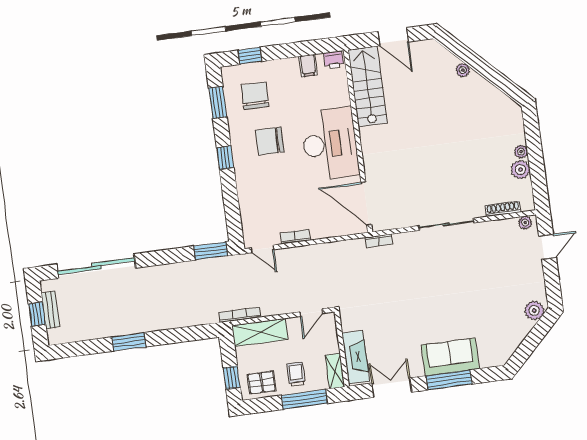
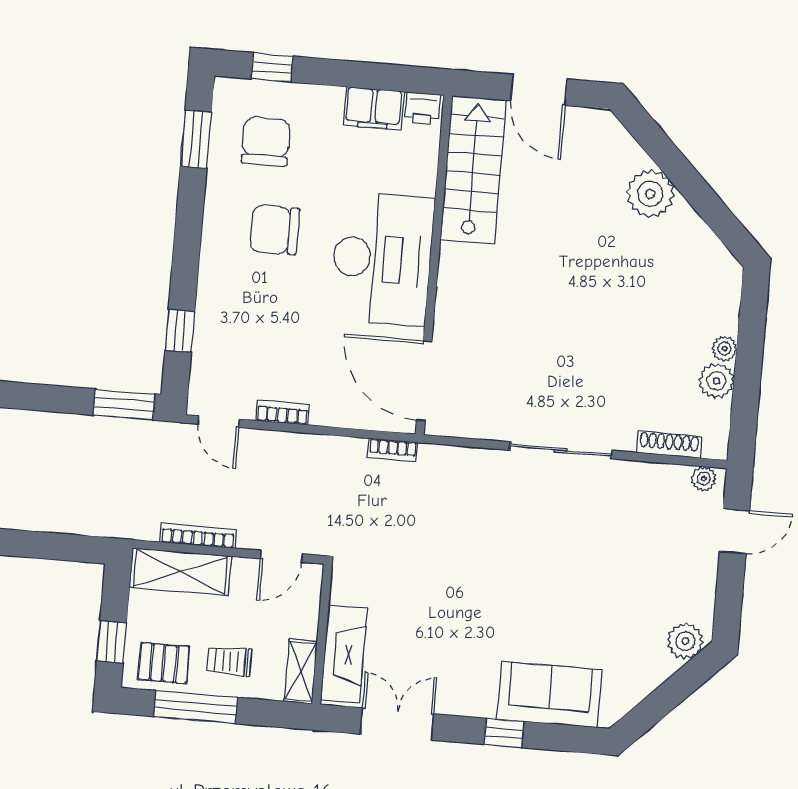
filing cabinet: (308, 66) -> (374, 108), width x2.00
plant: (463, 70) -> (650, 194), width x1.87, depth x1.87
window: (225, 158) -> (180, 331), moved
bookcase: (379, 241) -> (393, 450), moved
bookcase: (240, 315) -> (198, 536), moved
sofa: (450, 357) -> (550, 695), moved
trolley: (296, 374) -> (229, 661), turned -90
window: (449, 380) -> (504, 733), width x0.46
window: (304, 399) -> (195, 707), moved

